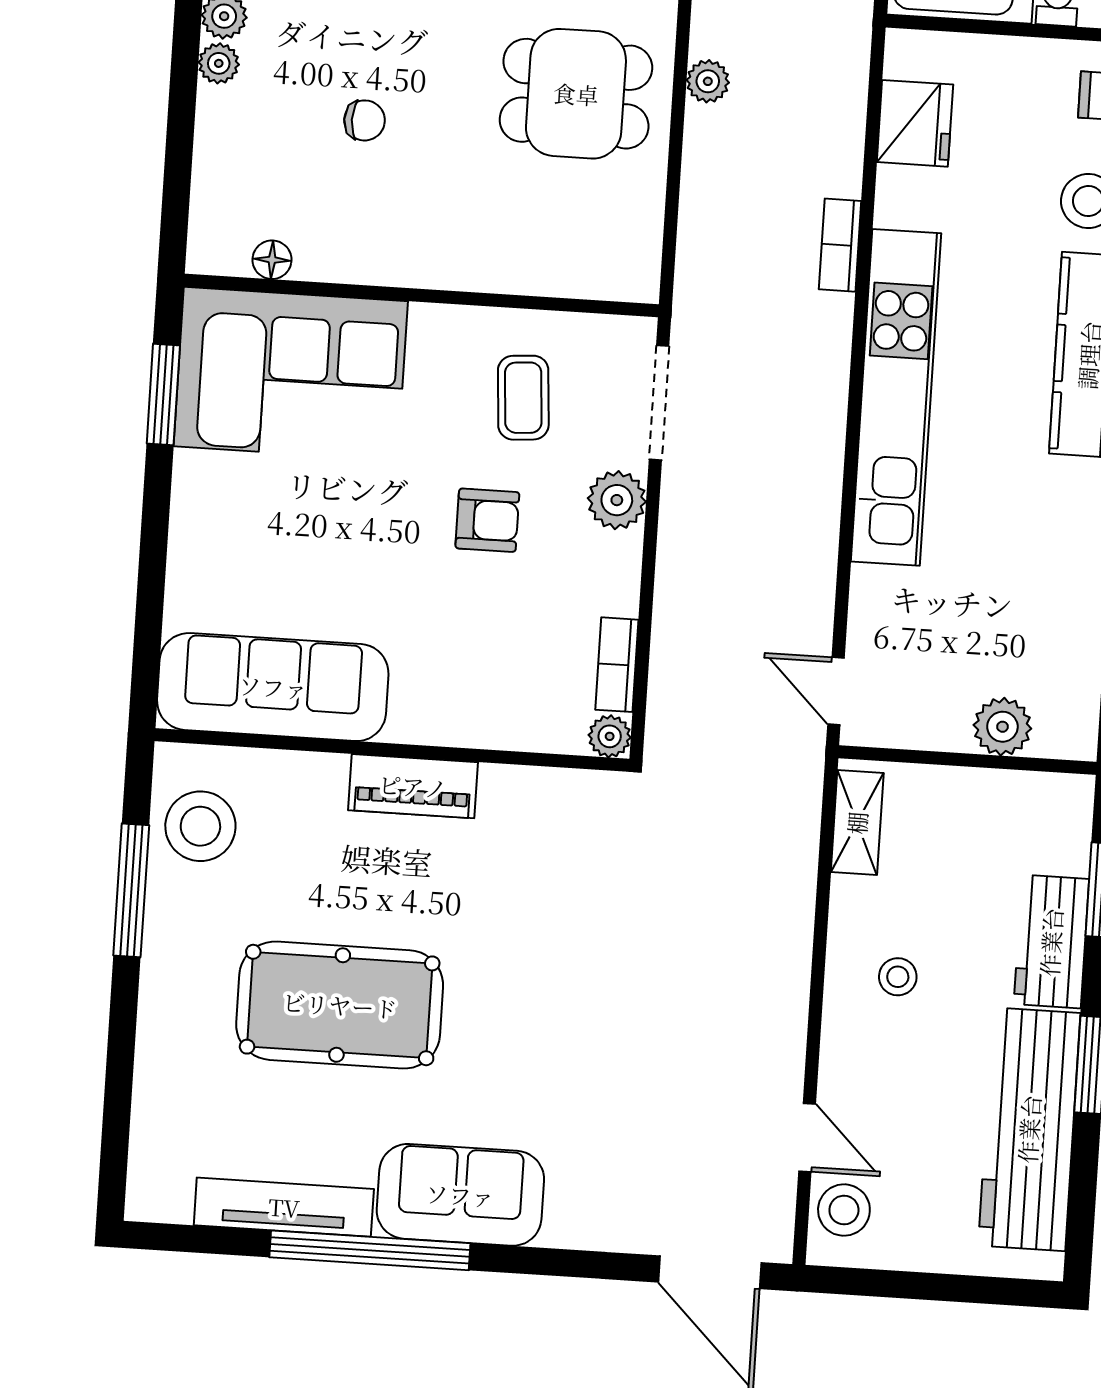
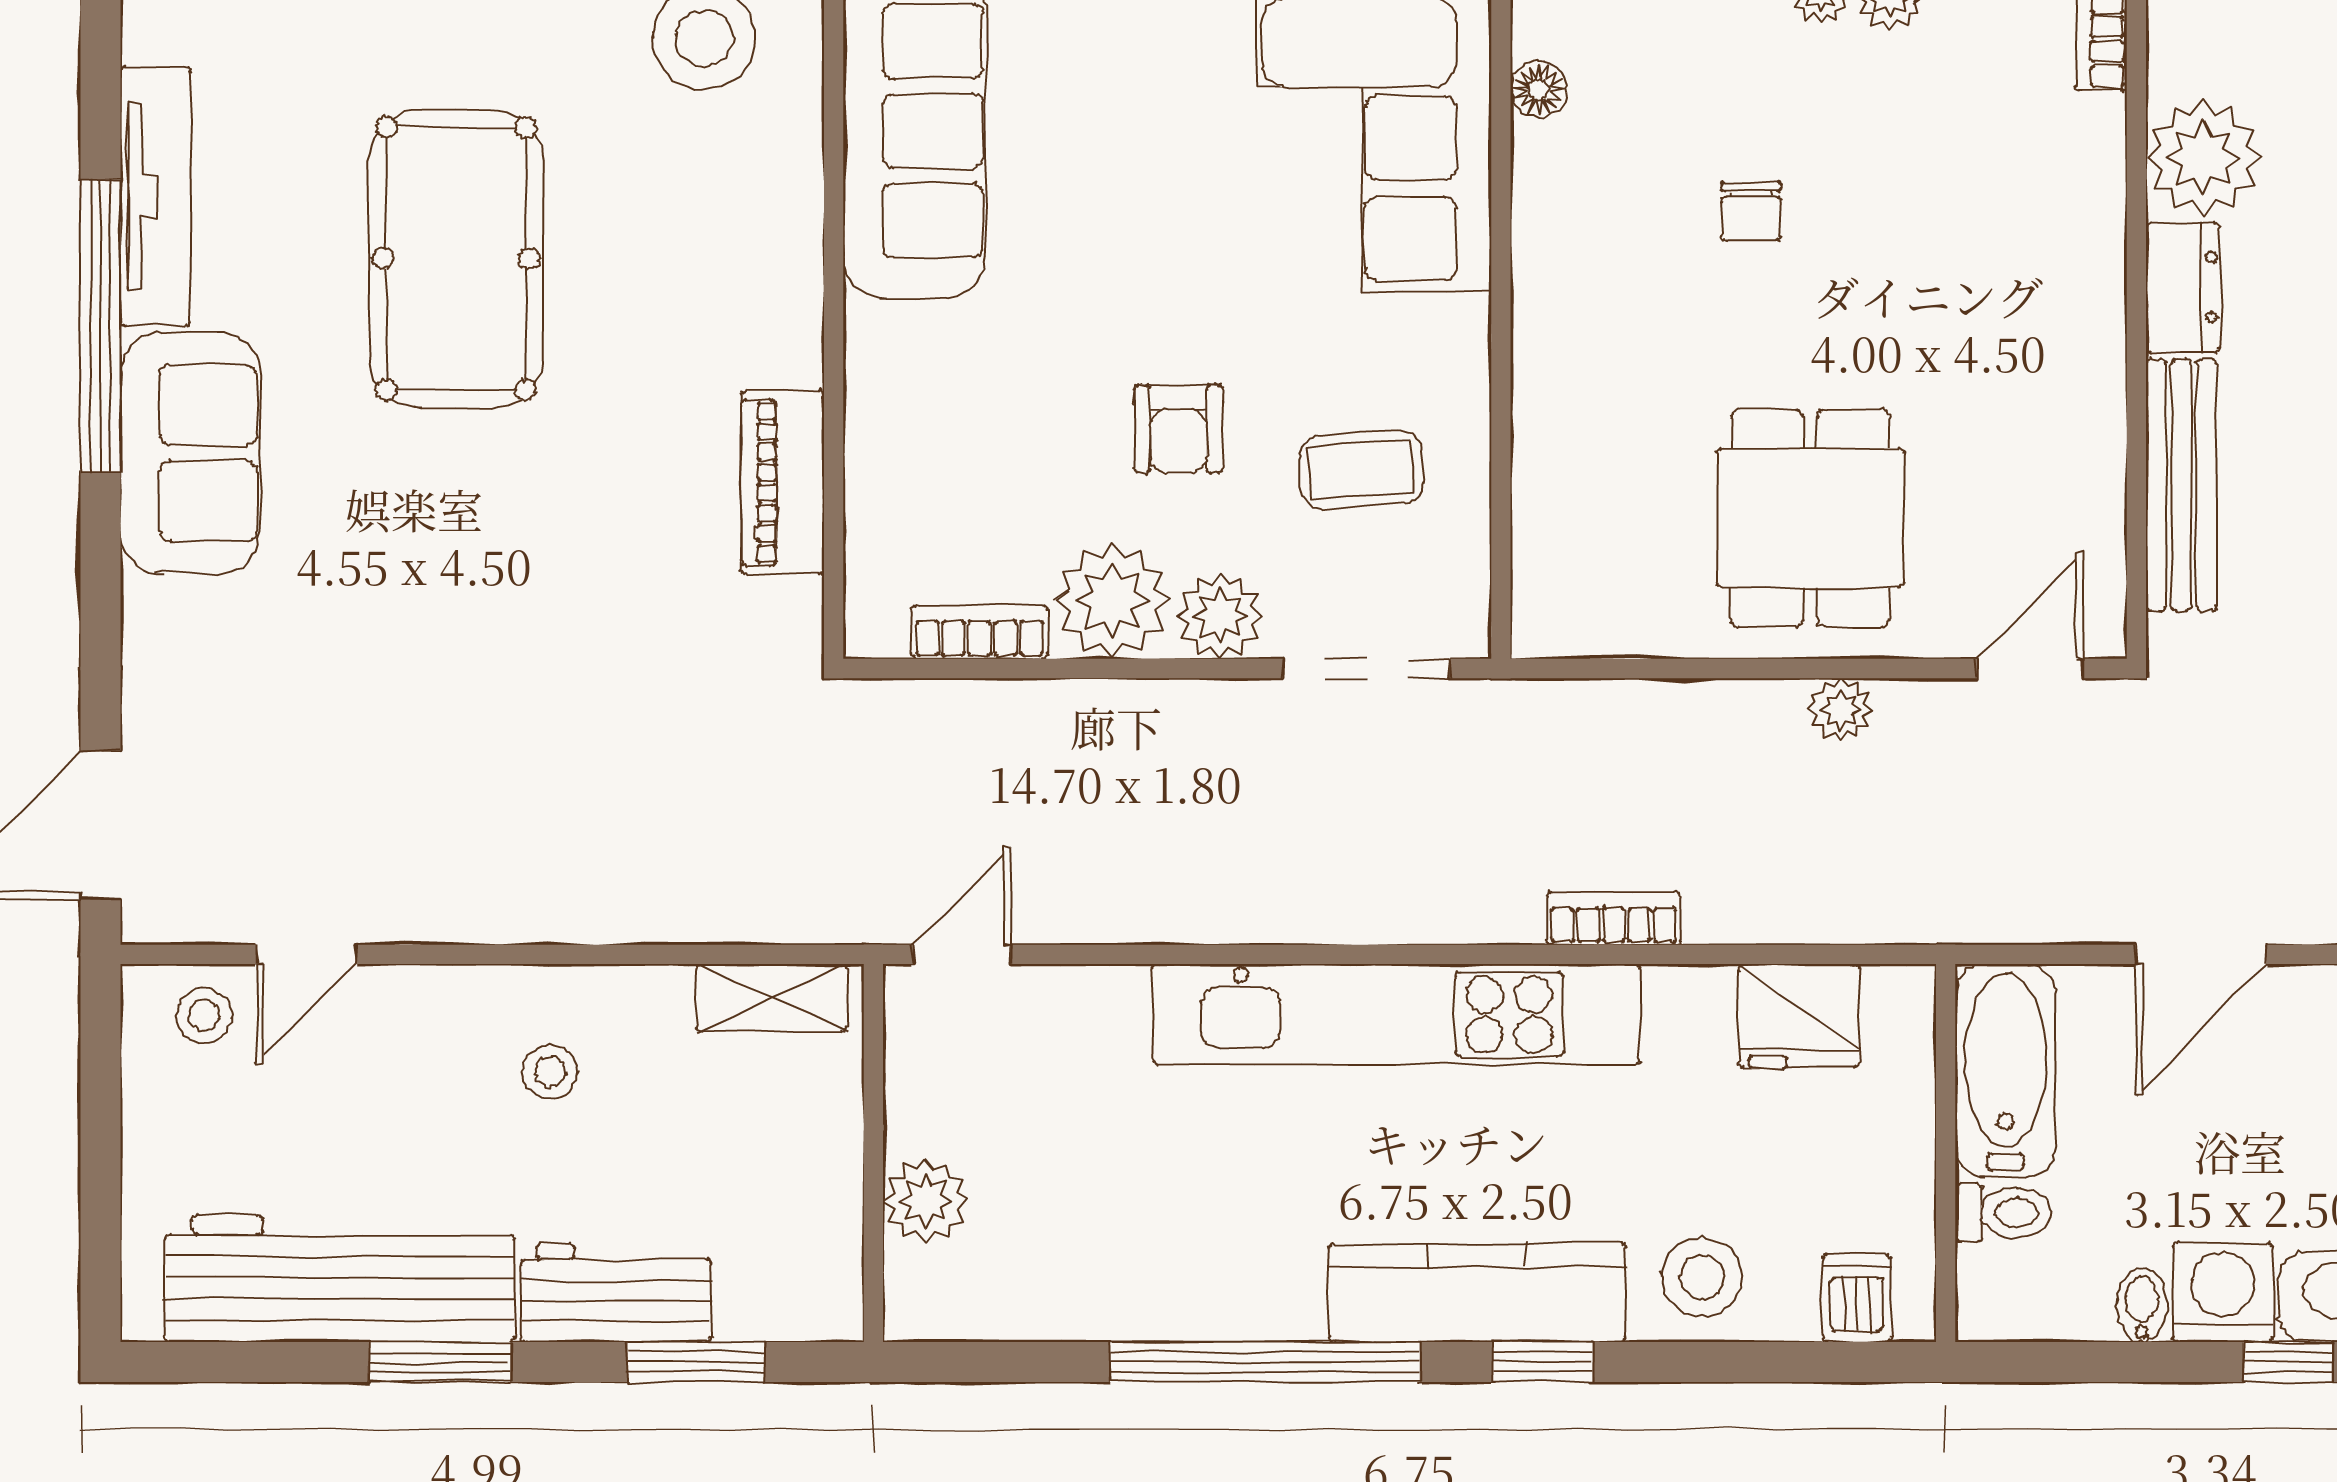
plant: (610, 736) -> (1112, 601), moved, width x1.88, depth x1.88
piano: (413, 786) -> (783, 483), moved
stool: (844, 1210) -> (204, 1015), width x0.73, depth x0.73

